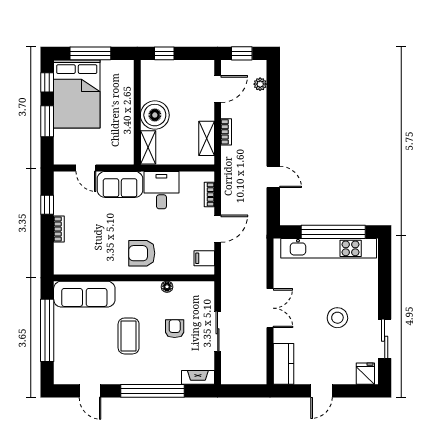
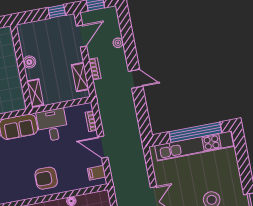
window: (164, 53) -> (57, 11), moved
plant: (260, 84) -> (118, 43), moved
boiler: (155, 115) -> (29, 62), width x0.54, depth x0.54
door: (273, 177) -> (136, 79), moved
door: (218, 229) -> (103, 147), swing flipped

